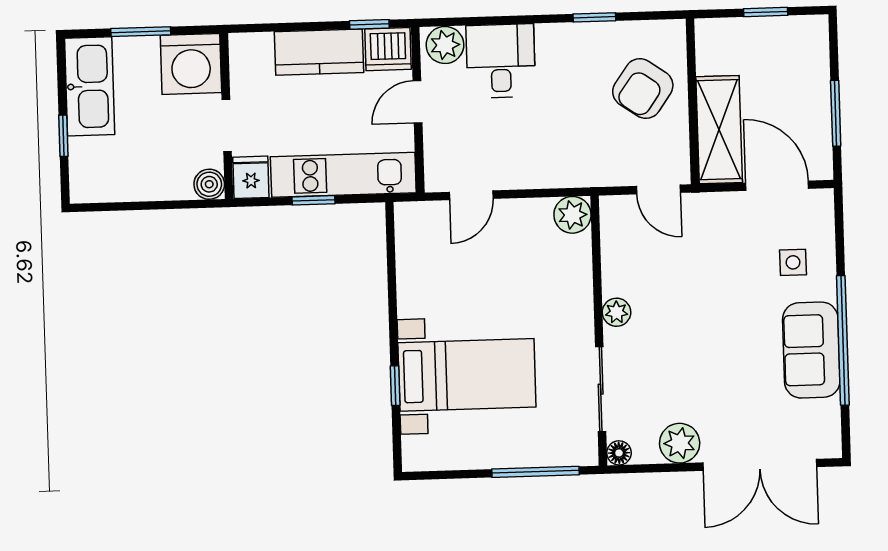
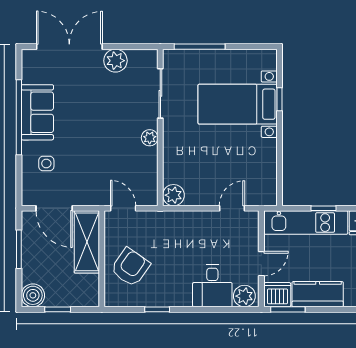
window: (369, 24) -> (288, 309), width x1.50
boiler: (809, 35) -> (33, 295), added
floor lamp: (619, 453) -> (151, 56), removed

